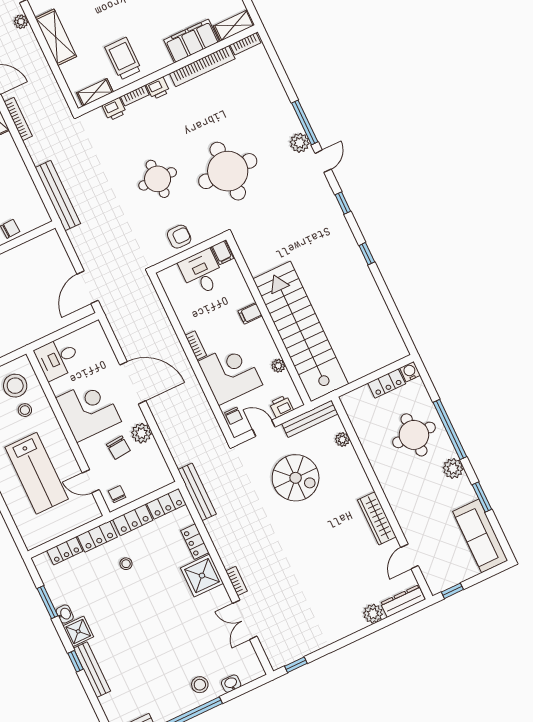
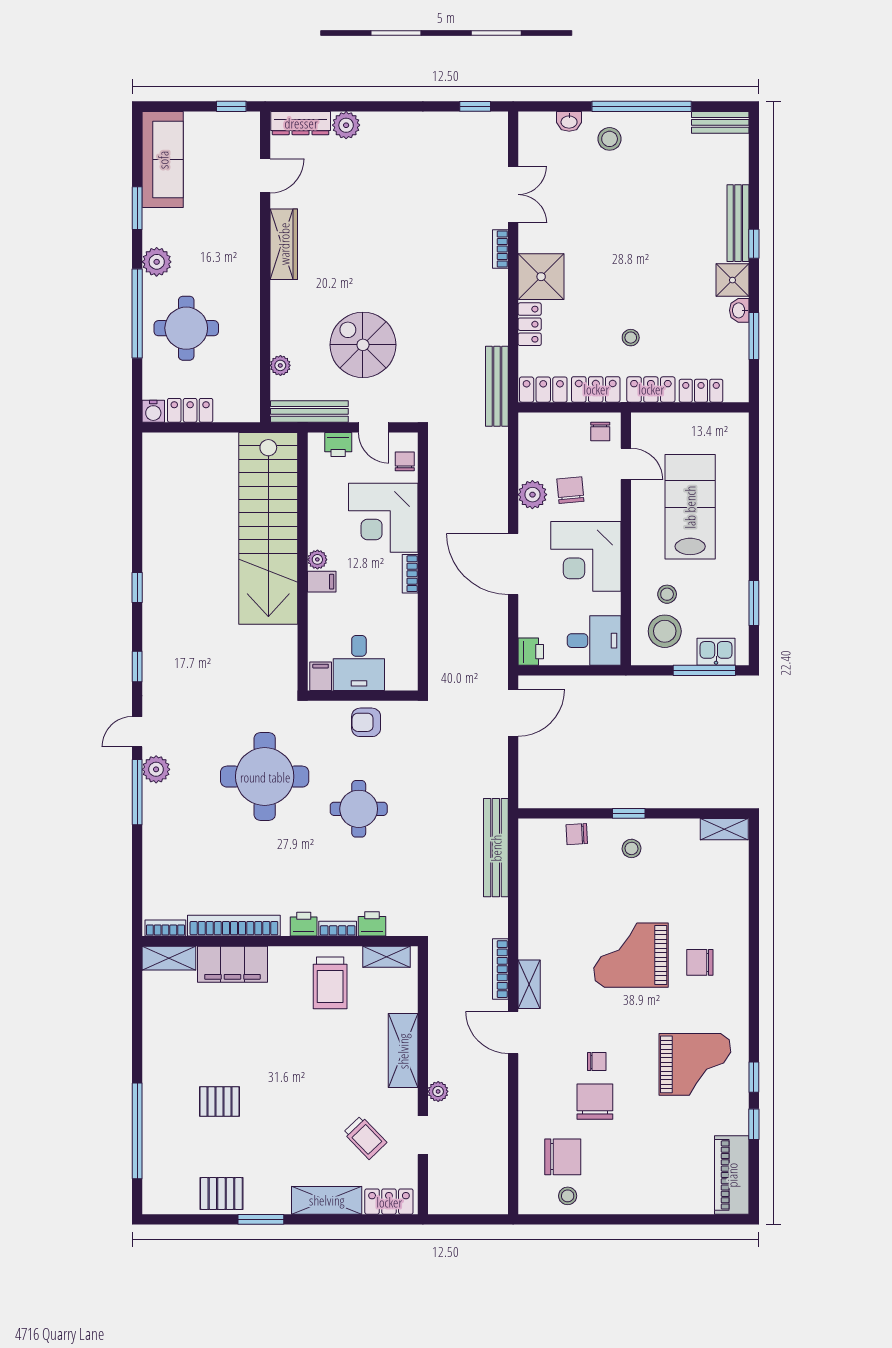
printer: (95, 332) -> (531, 652), added
plant: (278, 366) -> (317, 559), moved

